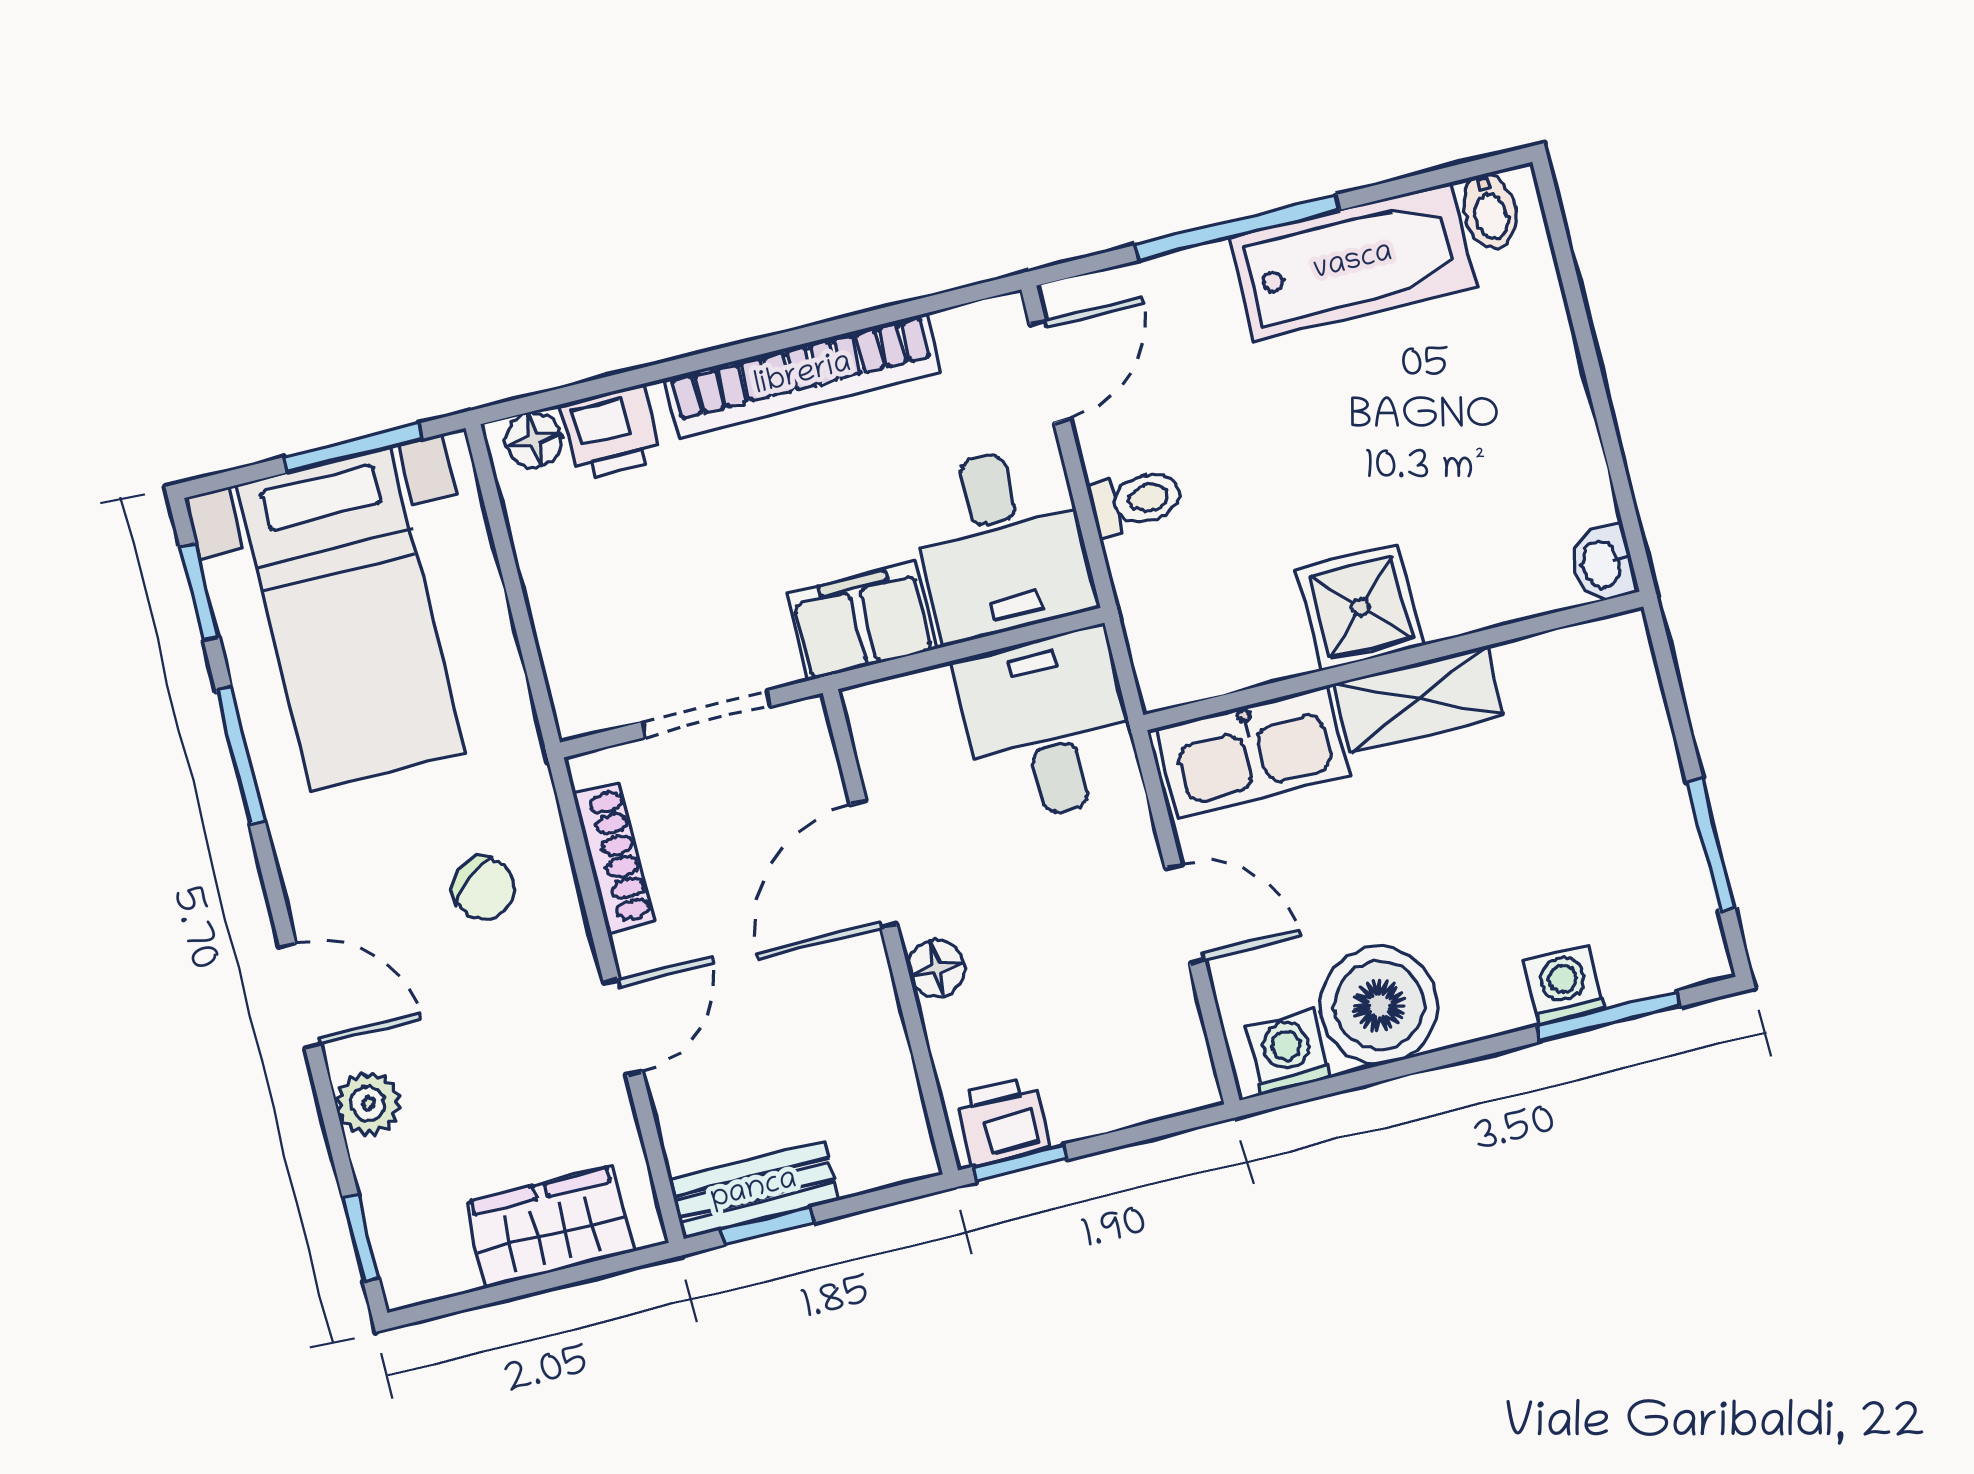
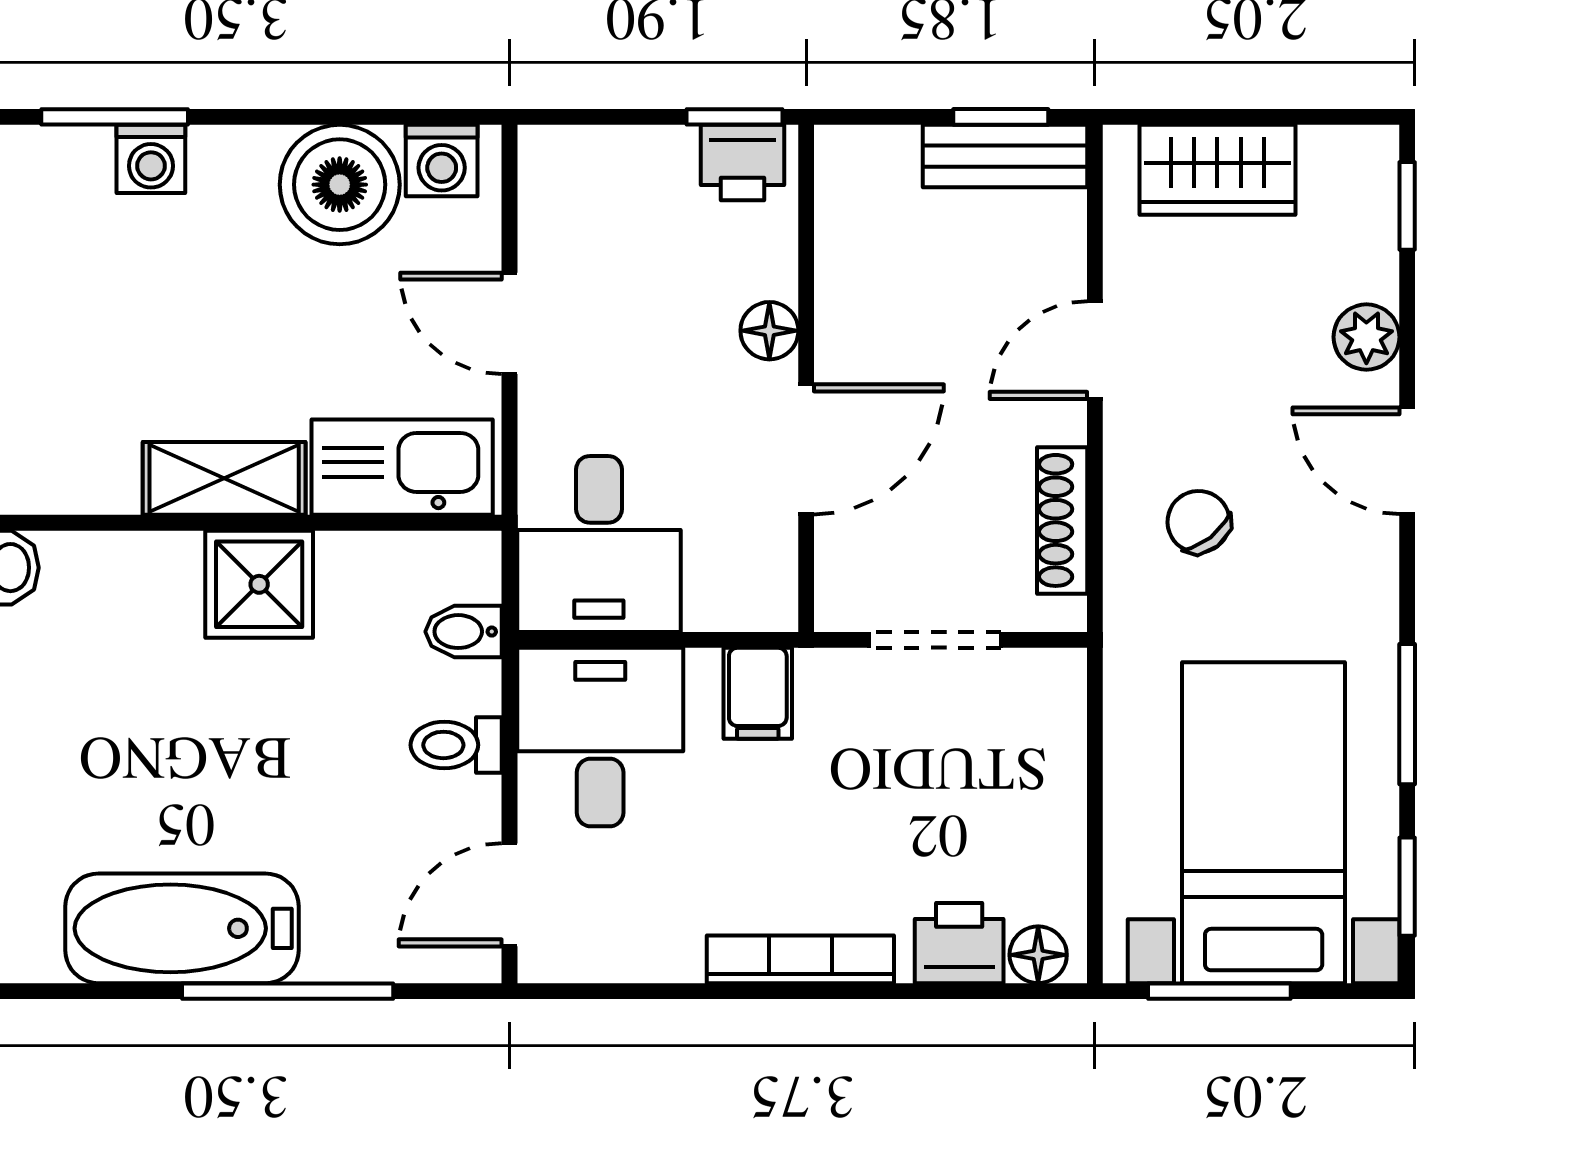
bidet: (1490, 211) -> (464, 632), moved, turned -90
bookcase: (803, 375) -> (800, 959), width x0.68, depth x0.76
filing cabinet: (862, 621) -> (758, 693), width x0.50

